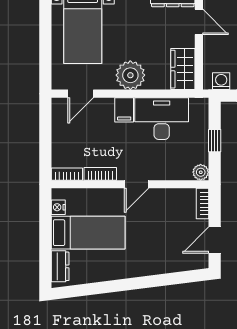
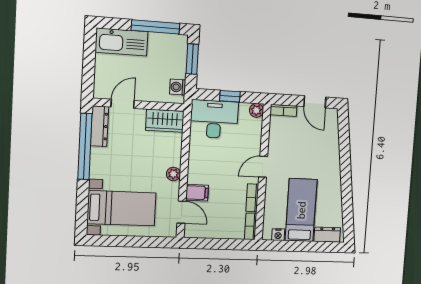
plant: (130, 75) -> (173, 174), width x0.53, depth x0.53
filing cabinet: (124, 110) -> (197, 193), moved
desk: (162, 119) -> (214, 119), moved, turned 90
door: (137, 184) -> (263, 167), swing flipped

